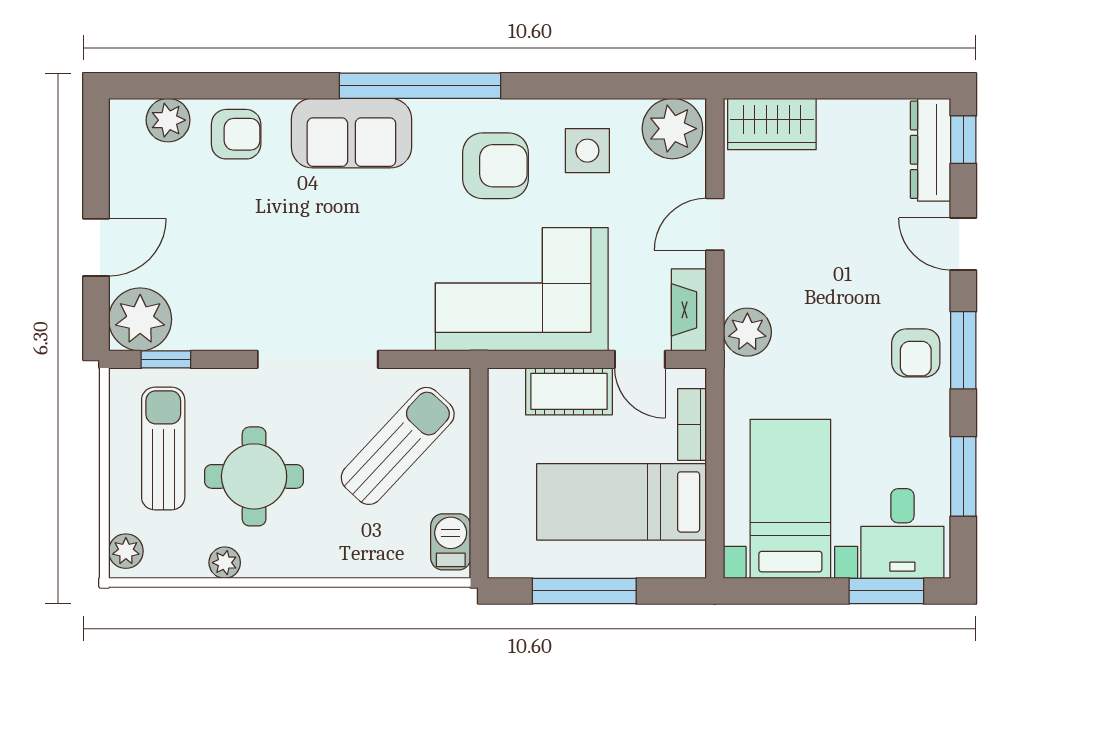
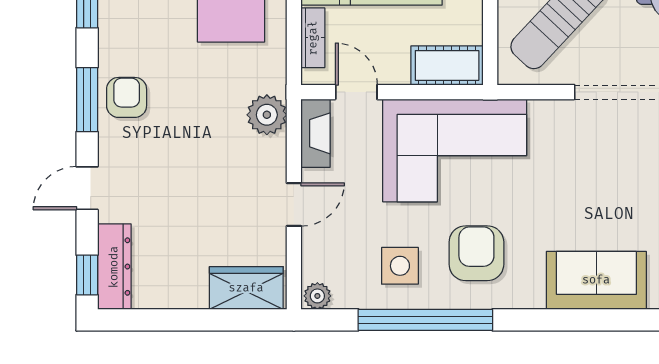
window: (420, 86) -> (425, 320), moved
plant: (672, 129) -> (317, 296), width x0.53, depth x0.53
armchair: (496, 166) -> (476, 253), turned 90
door: (963, 244) -> (87, 188), swing flipped
cot: (569, 391) -> (447, 65), moved

